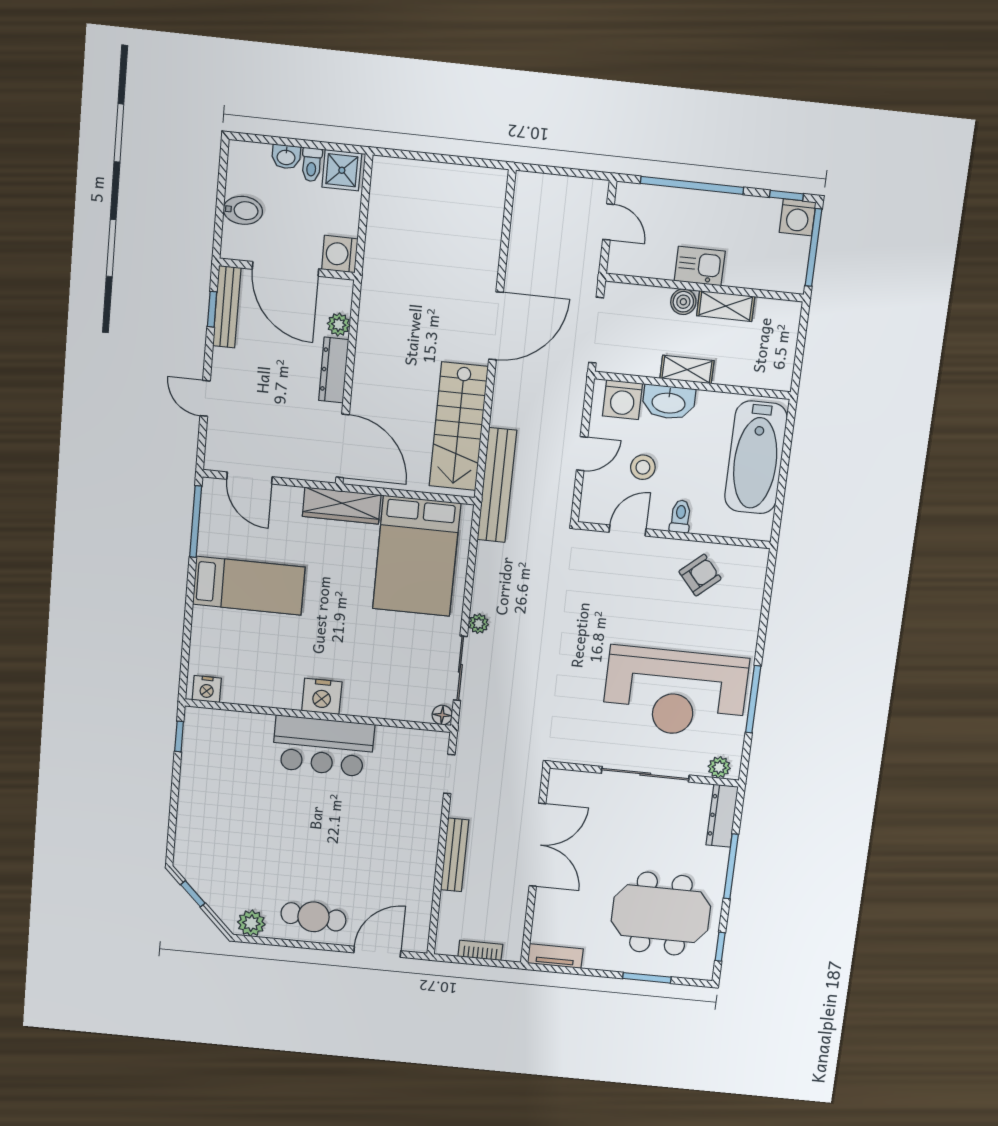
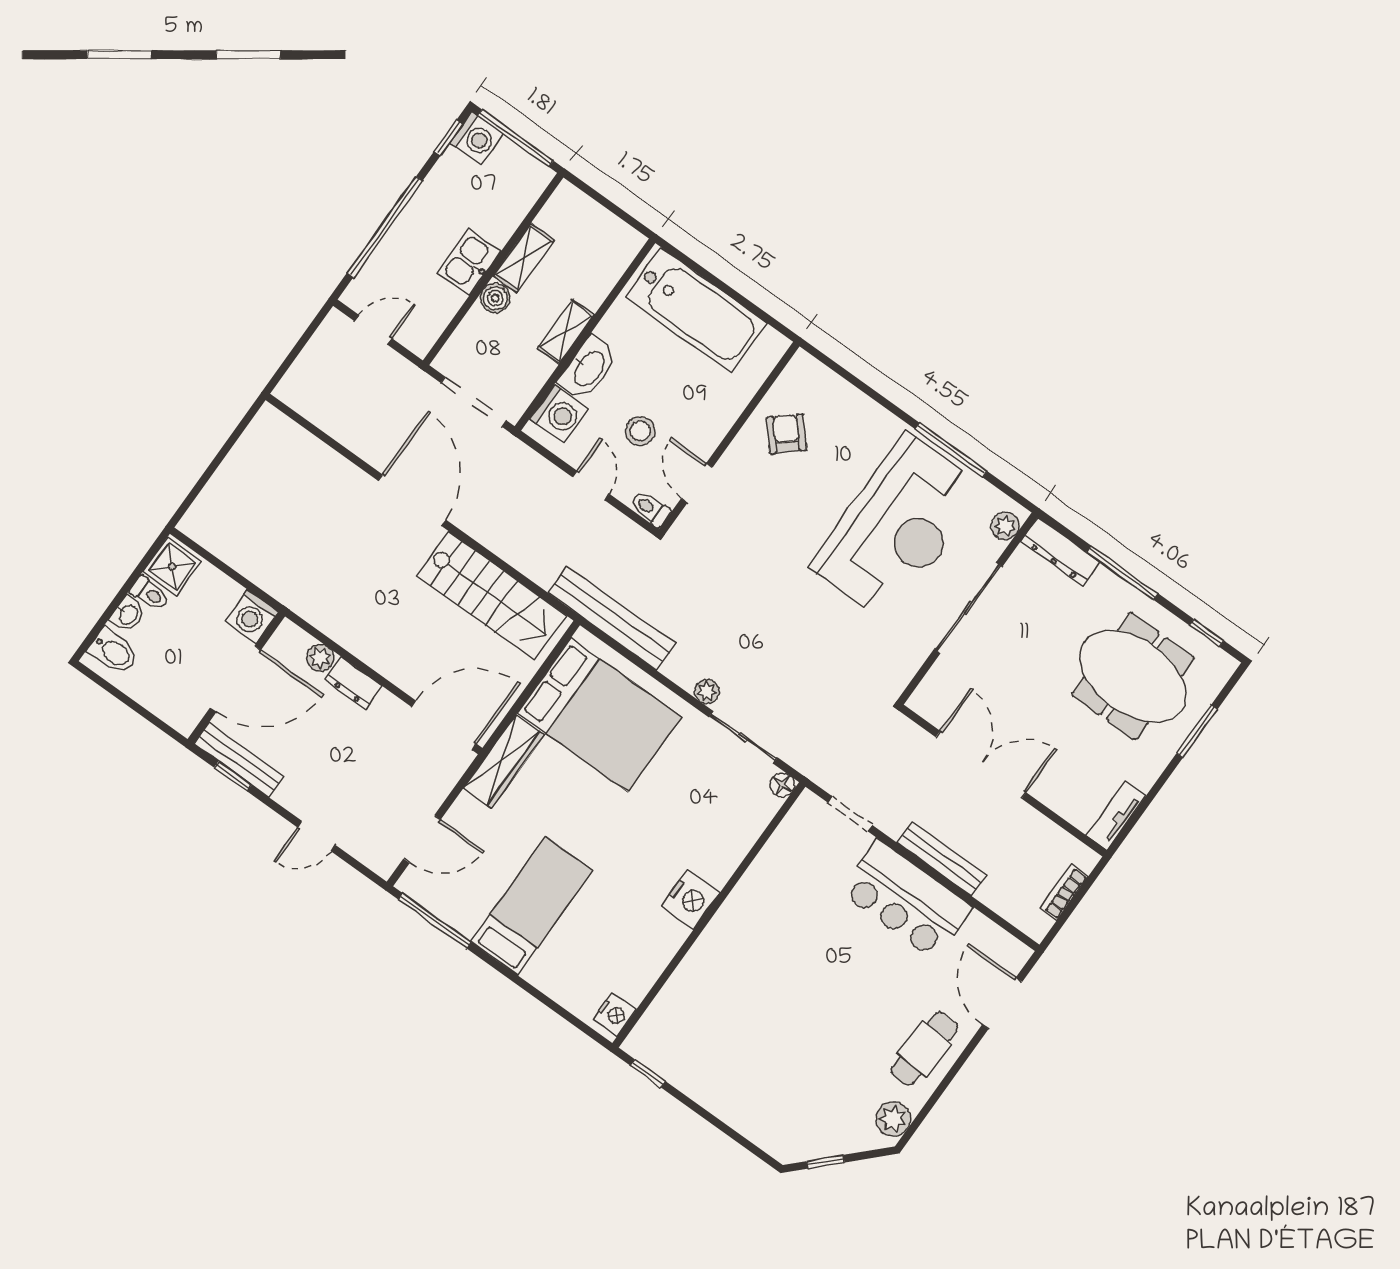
bidet: (243, 210) -> (113, 651), moved, turned 90
dresser: (334, 370) -> (353, 683), width x0.70
bench: (497, 485) -> (612, 618), moved
toilet: (680, 516) -> (650, 509), moved
bar counter: (323, 746) -> (906, 900), moved, turned 90
meeting table: (661, 914) -> (1133, 676), turned 90

